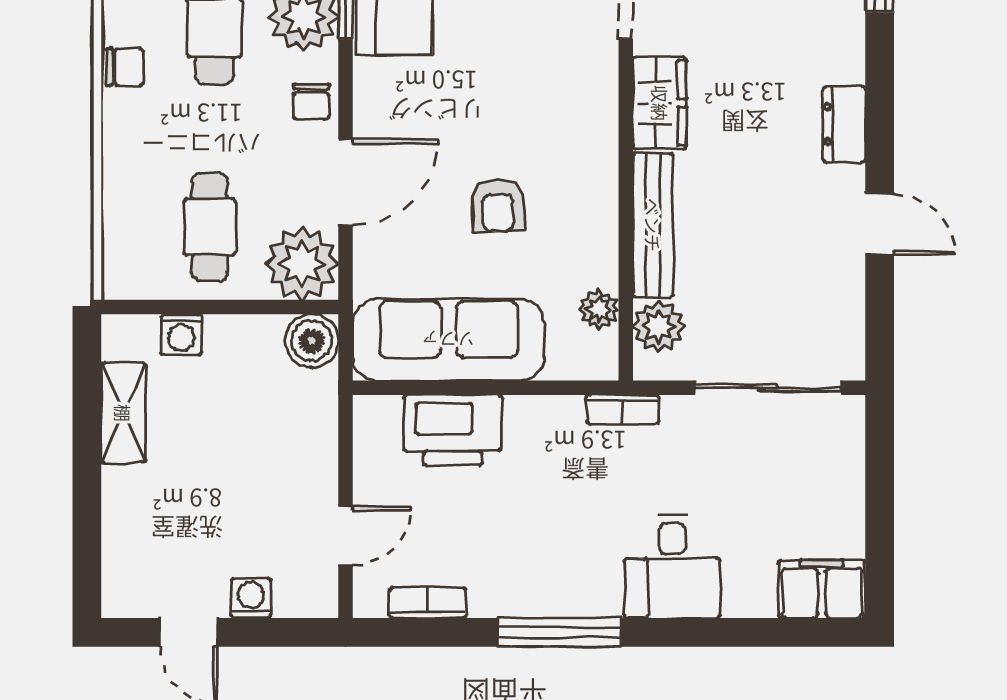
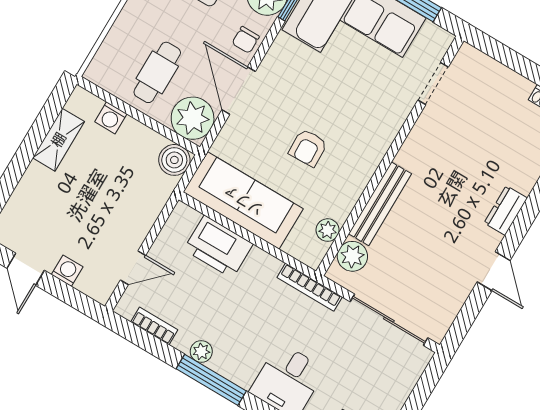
wardrobe: (660, 103) -> (420, 145), removed
door: (346, 182) -> (239, 91), swing flipped
bookcase: (623, 409) -> (310, 287), width x1.56
plant: (520, 599) -> (201, 352), added

